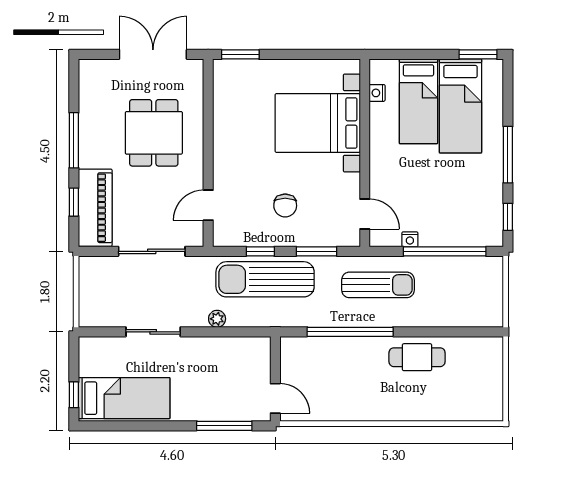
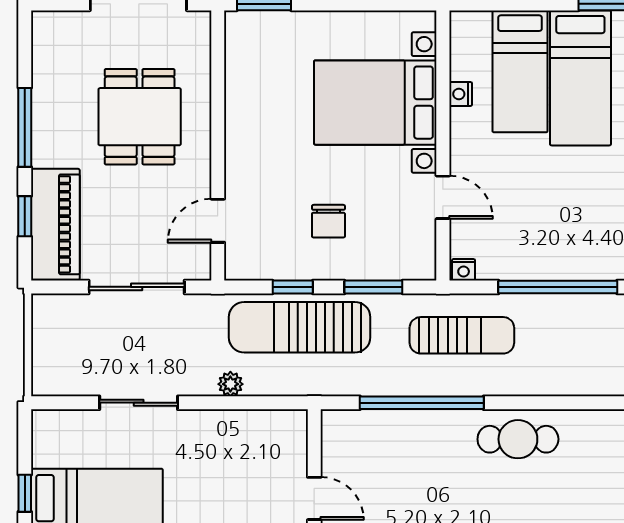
nightstand: (377, 93) -> (461, 94), moved
door: (365, 214) -> (443, 197), moved
nightstand: (410, 239) -> (464, 270), moved

